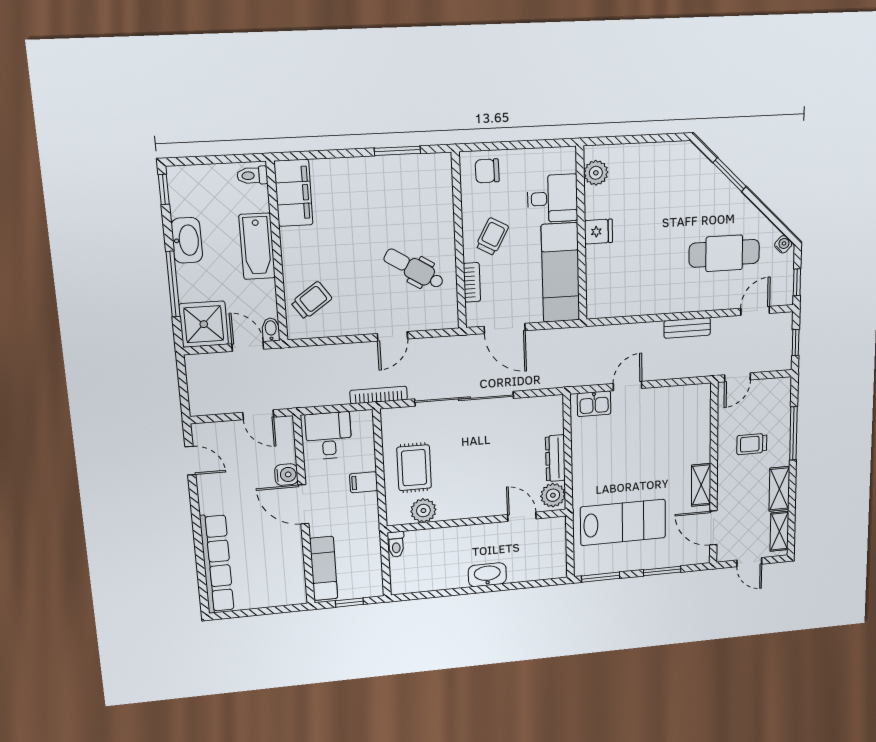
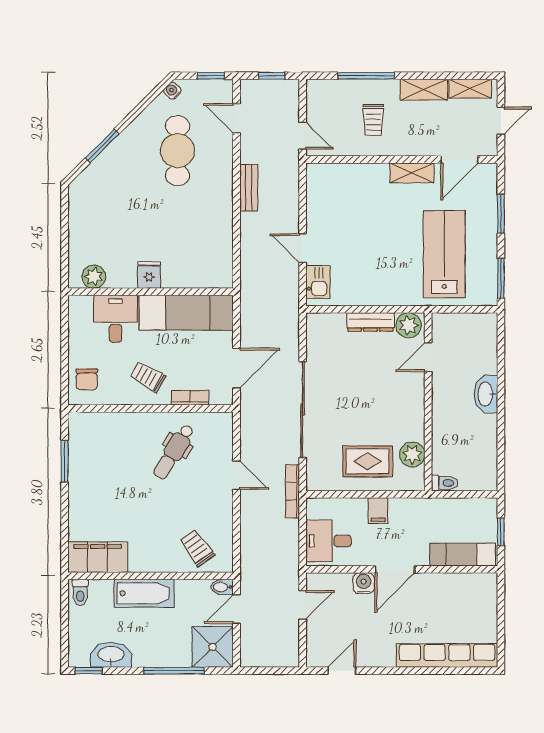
washbasin: (187, 240) -> (111, 655), moved

